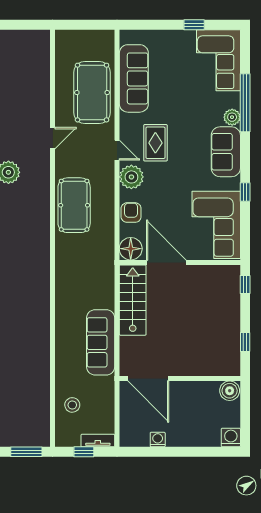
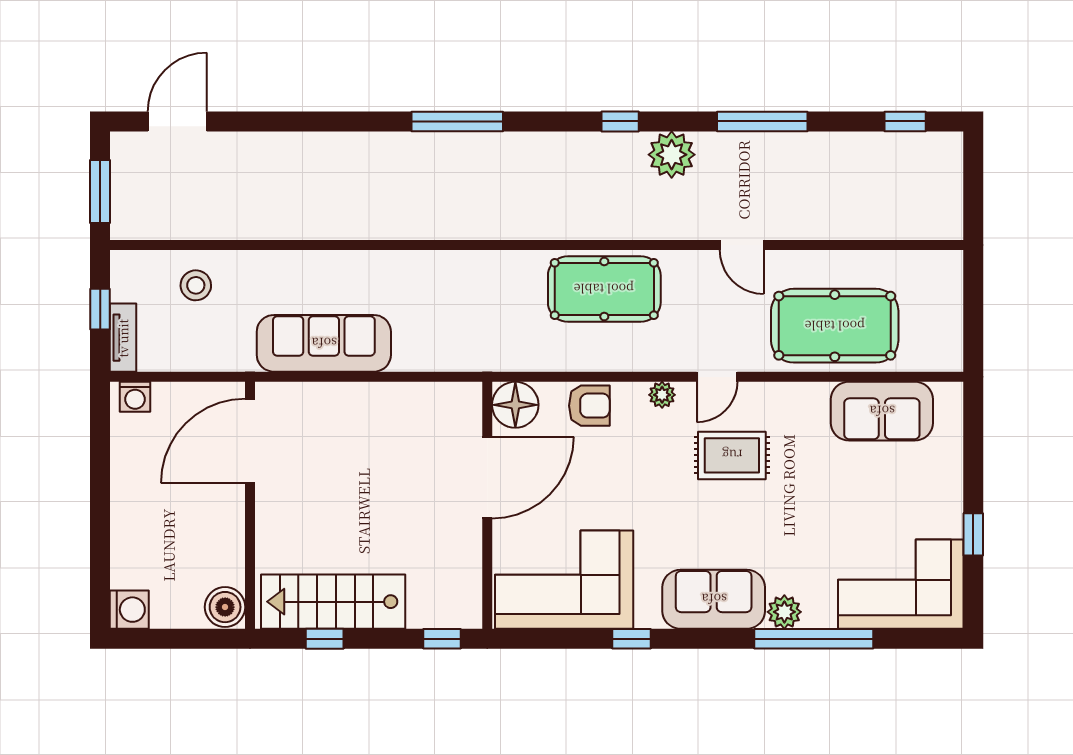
sofa: (134, 78) -> (882, 411), width x0.73
plant: (131, 177) -> (662, 395), width x0.53, depth x0.53
stairs: (133, 300) -> (333, 602), moved, turned 180
washing machine: (158, 440) -> (135, 397), moved, turned 90

